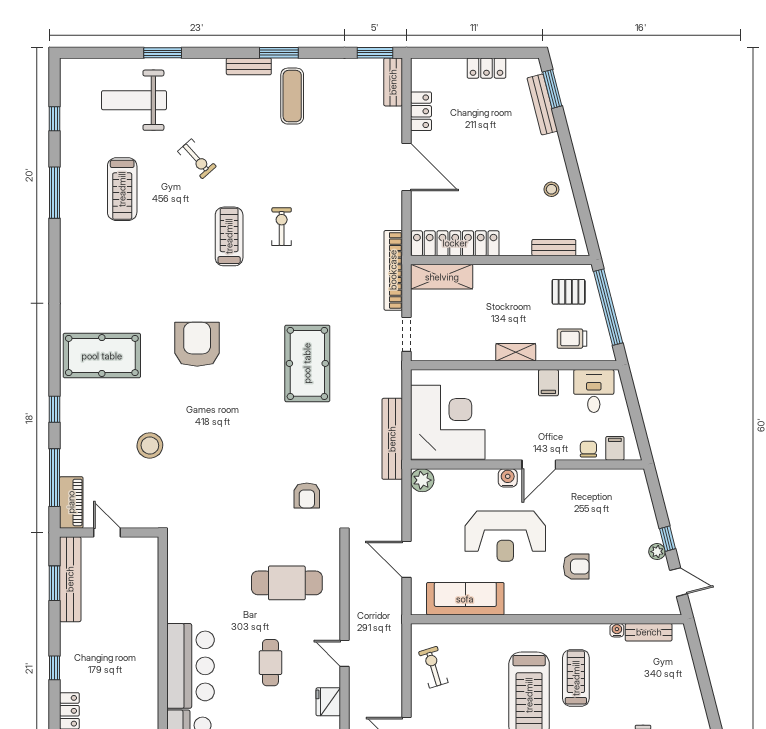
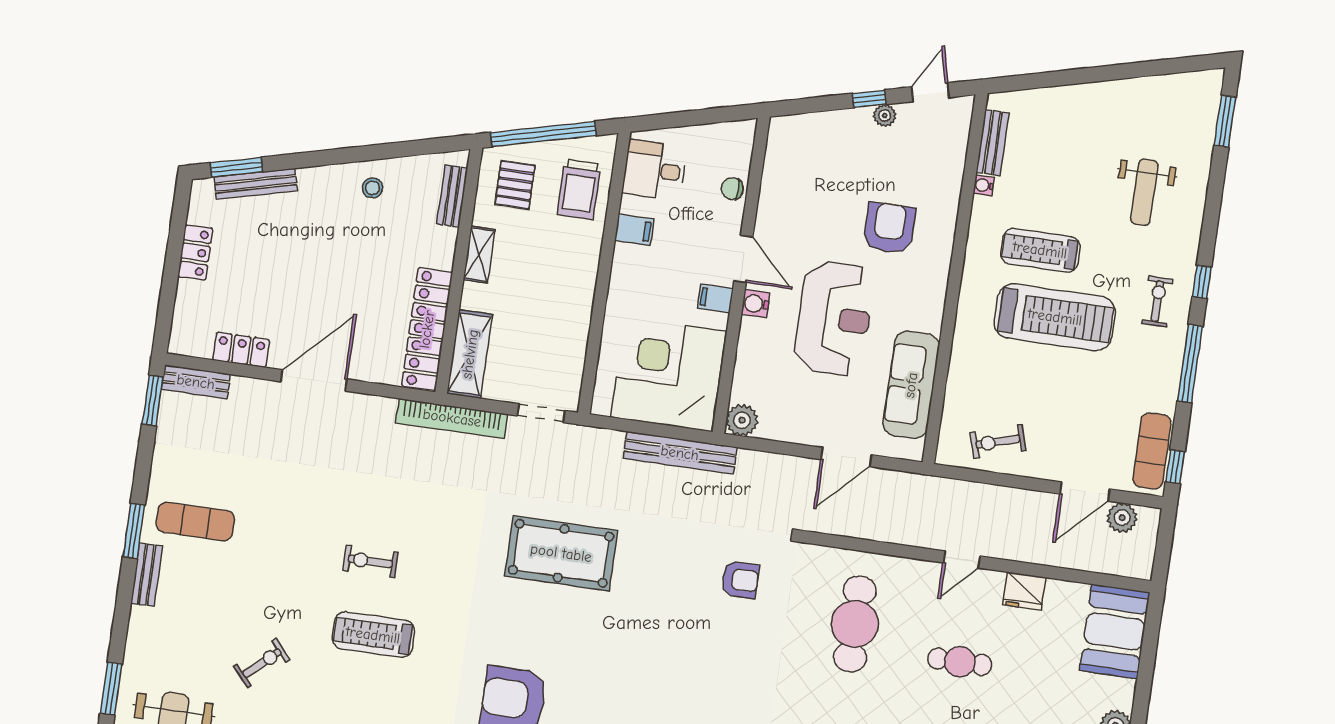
trolley: (572, 339) -> (579, 189), width x1.36, depth x1.39
shelving: (516, 352) -> (479, 254), moved
filing cabinet: (615, 448) -> (715, 298), moved
armchair: (576, 567) -> (889, 228), width x1.38, depth x1.38

